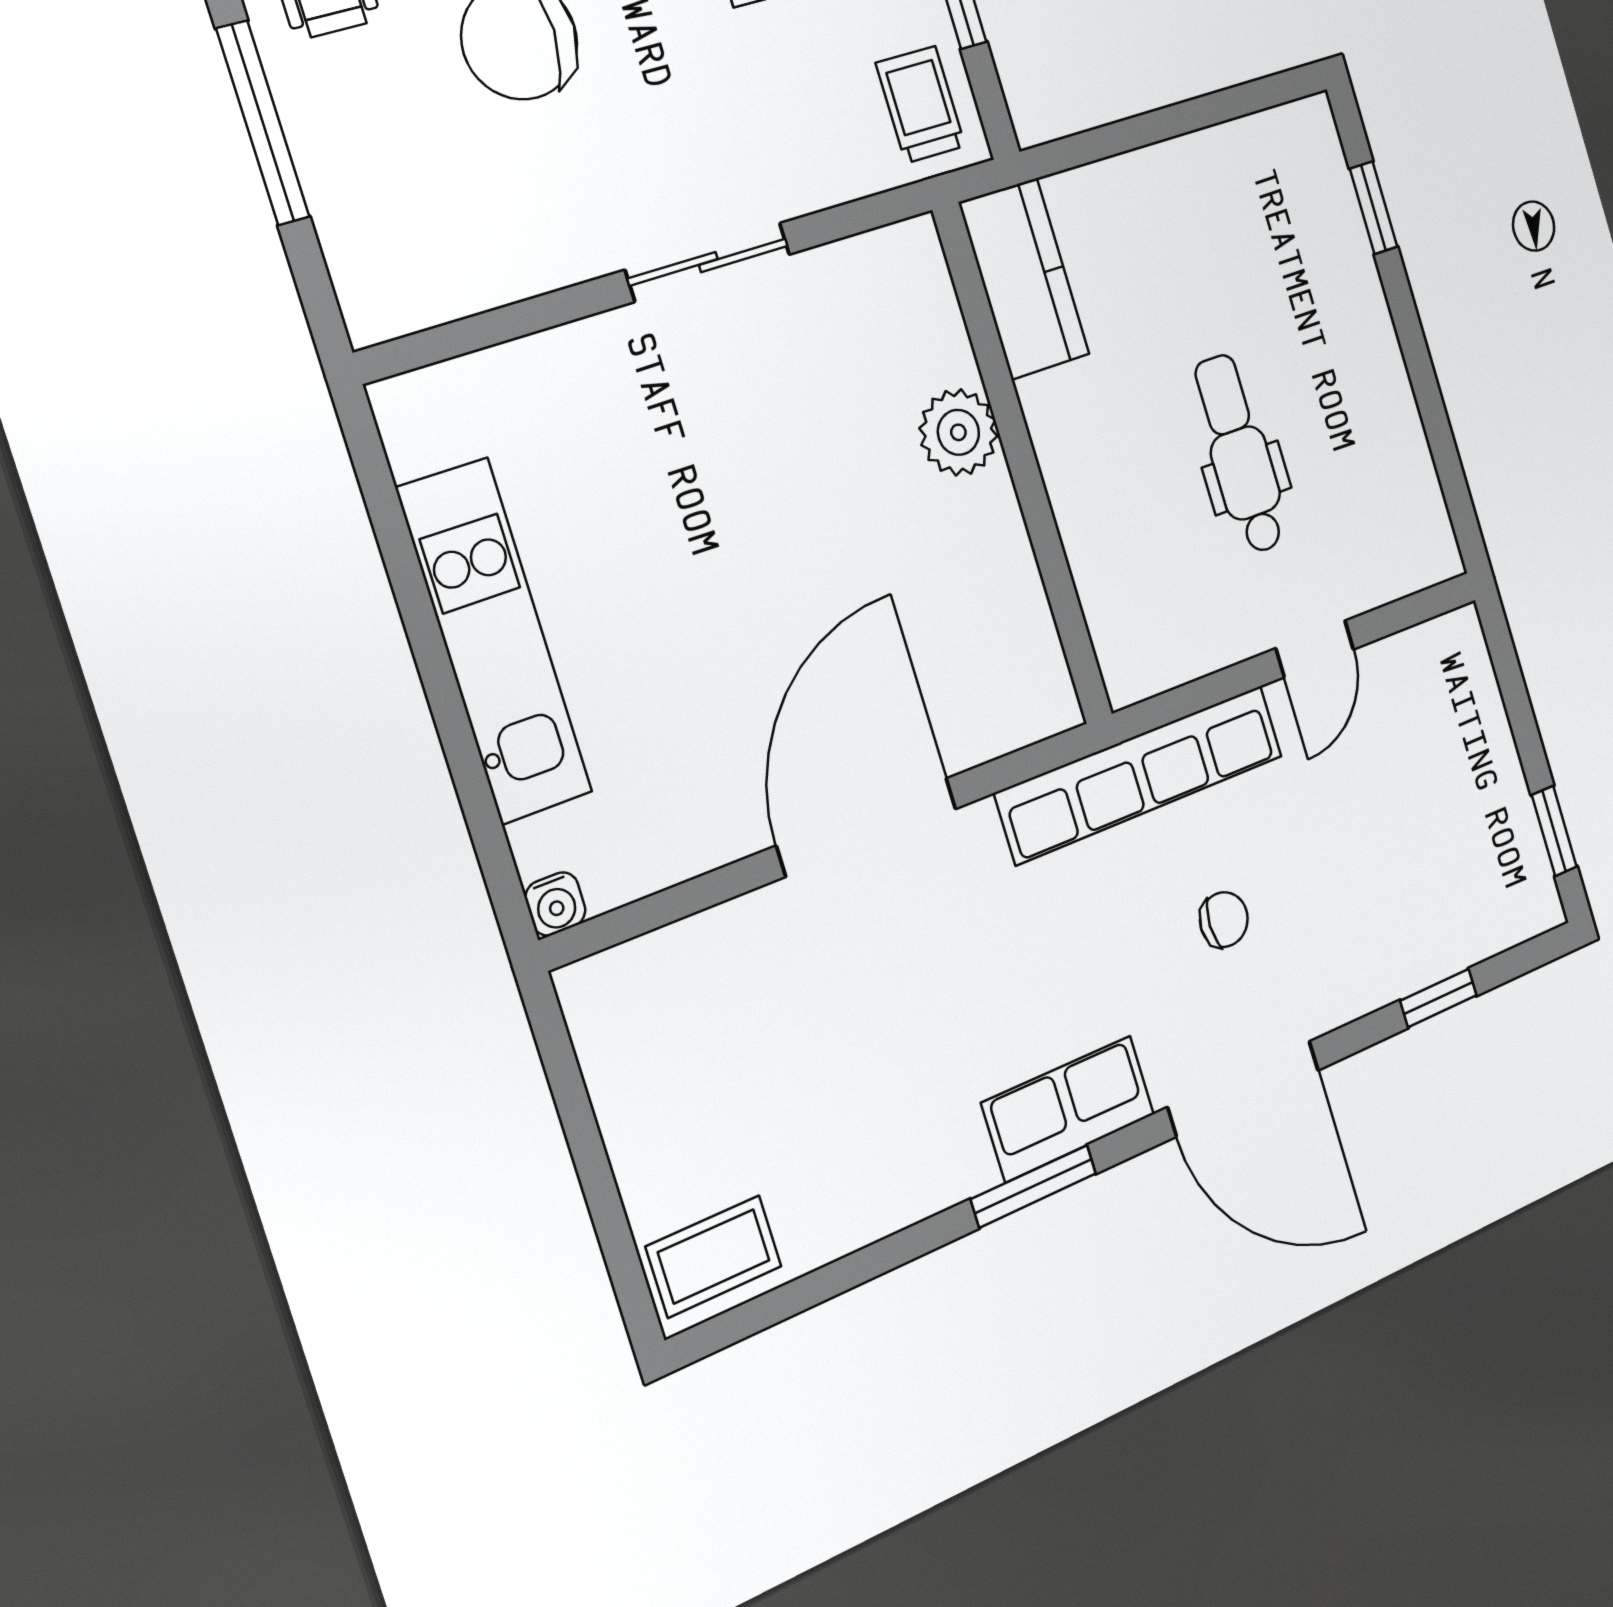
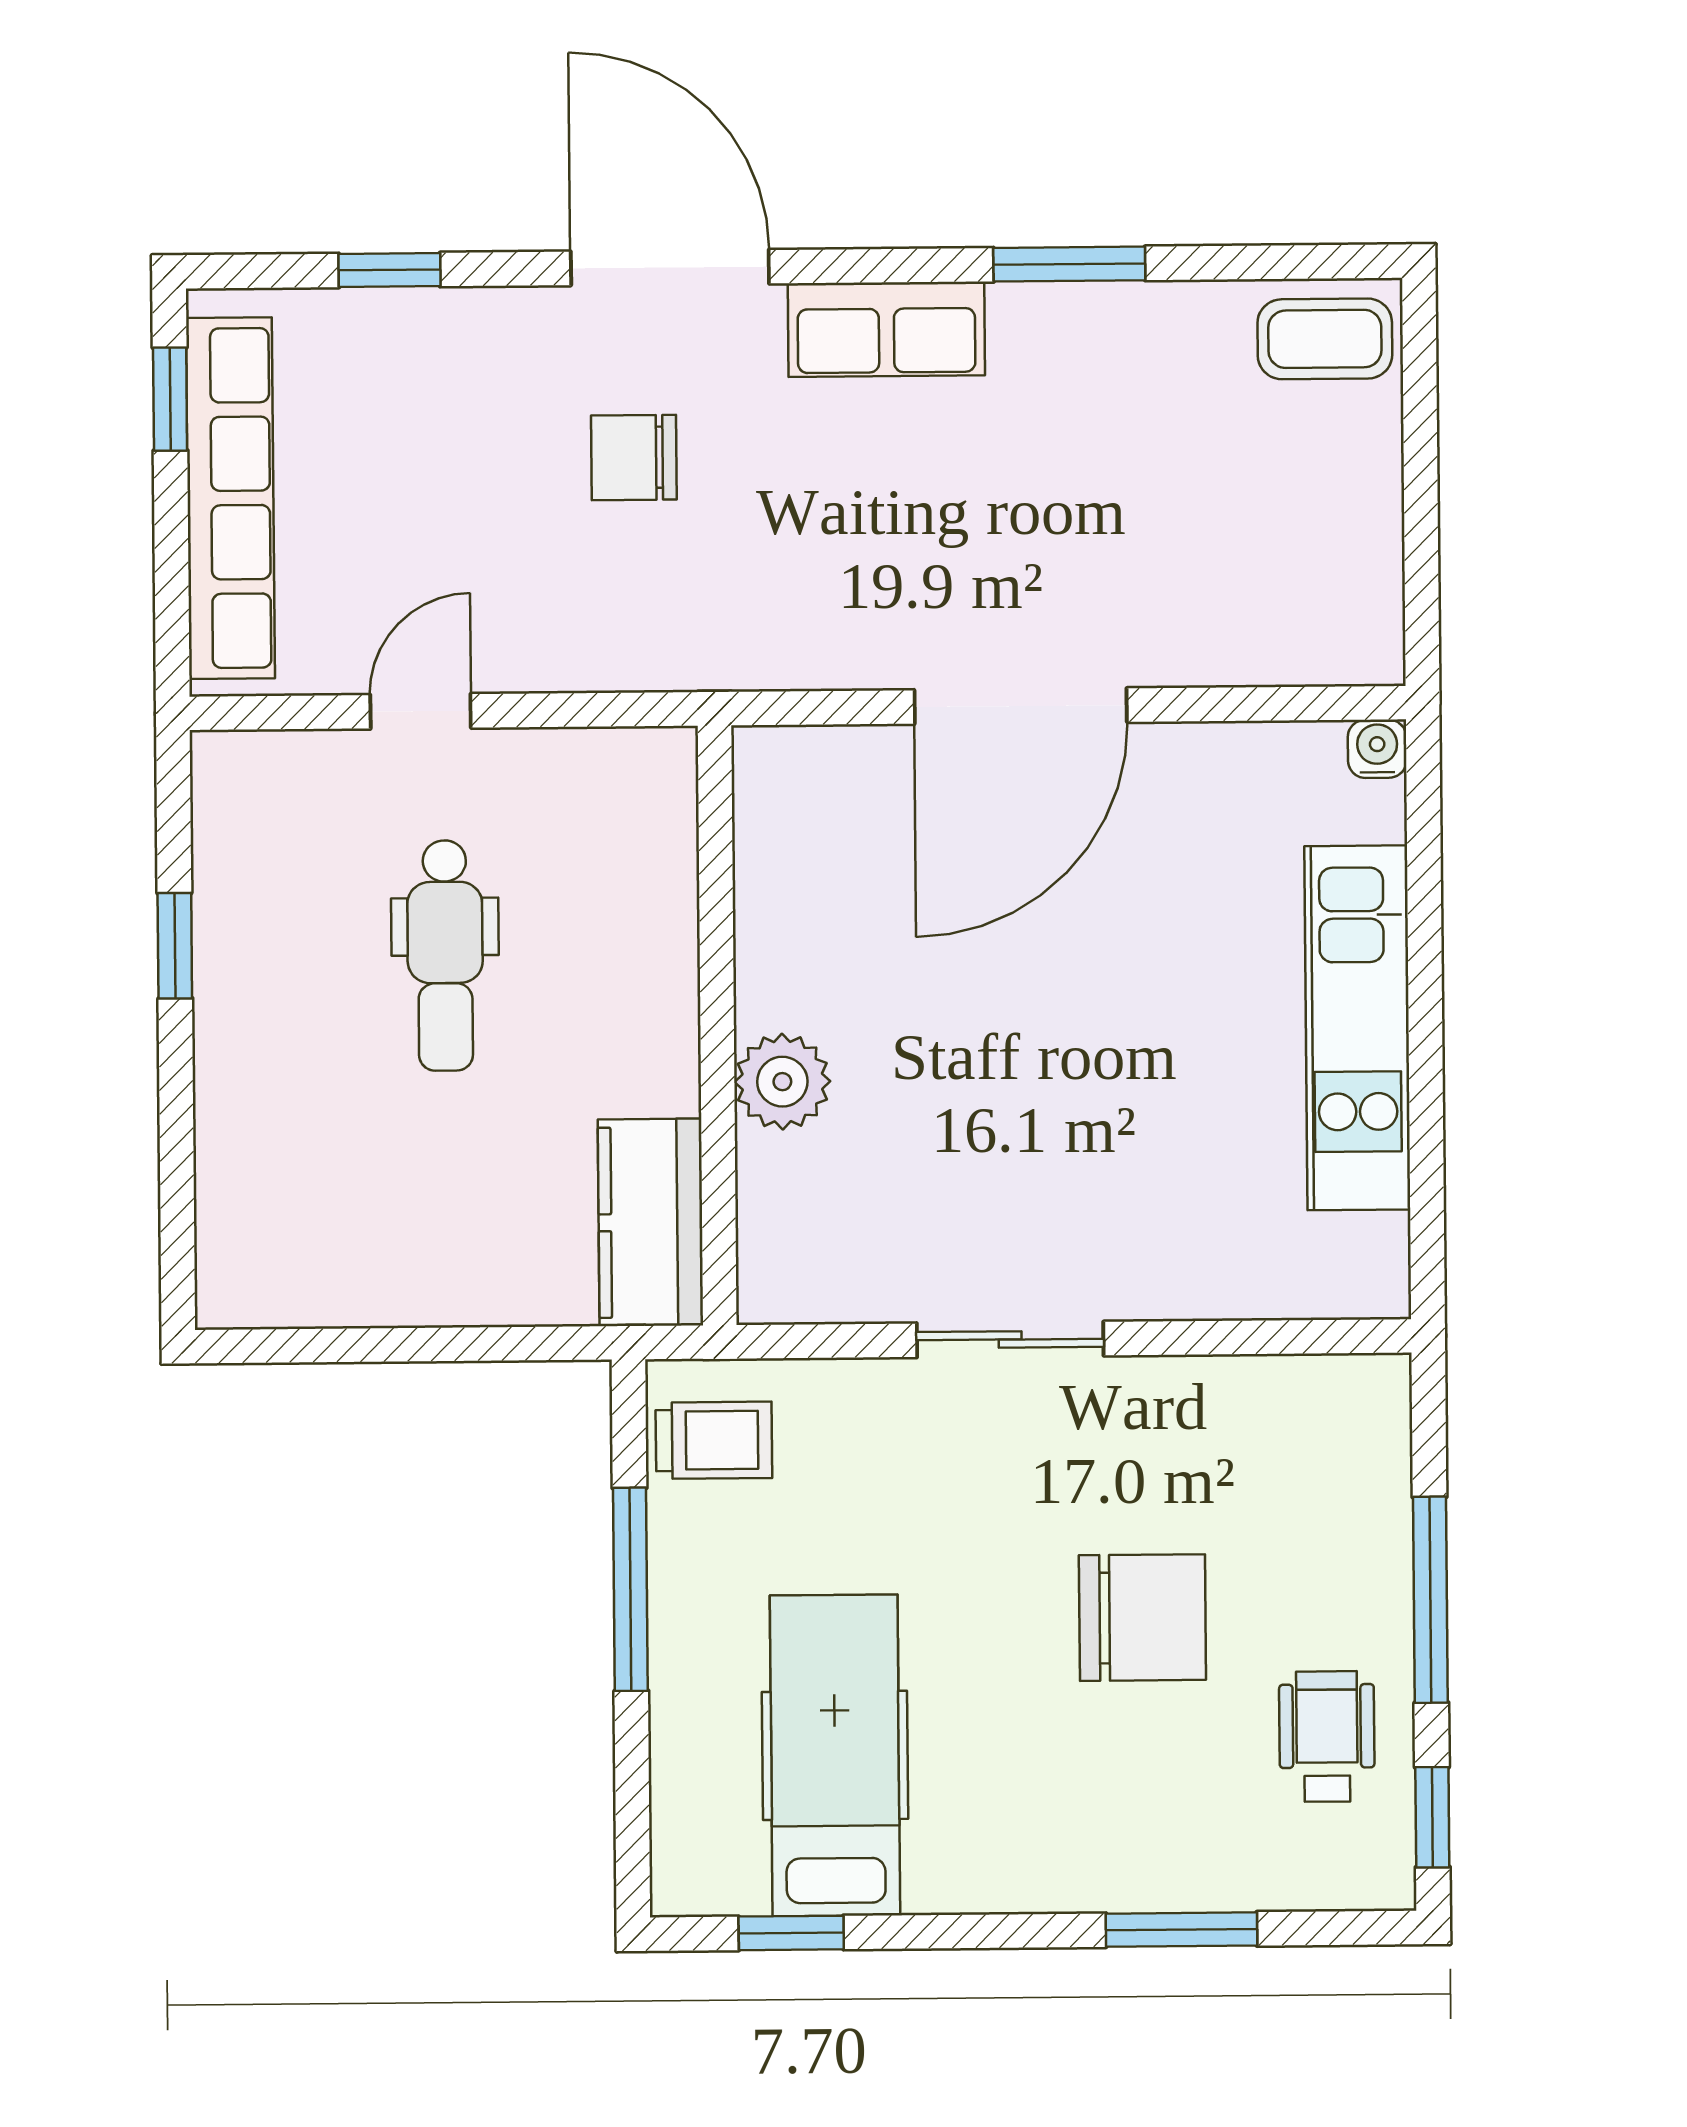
trolley: (921, 105) -> (714, 1440), turned -90
window: (1374, 208) -> (175, 946), moved
row of seats: (1140, 774) -> (230, 498), moved, turned 90
chair: (1224, 920) -> (634, 458), width x1.37, depth x1.37
window: (1034, 1186) -> (1069, 264), moved

